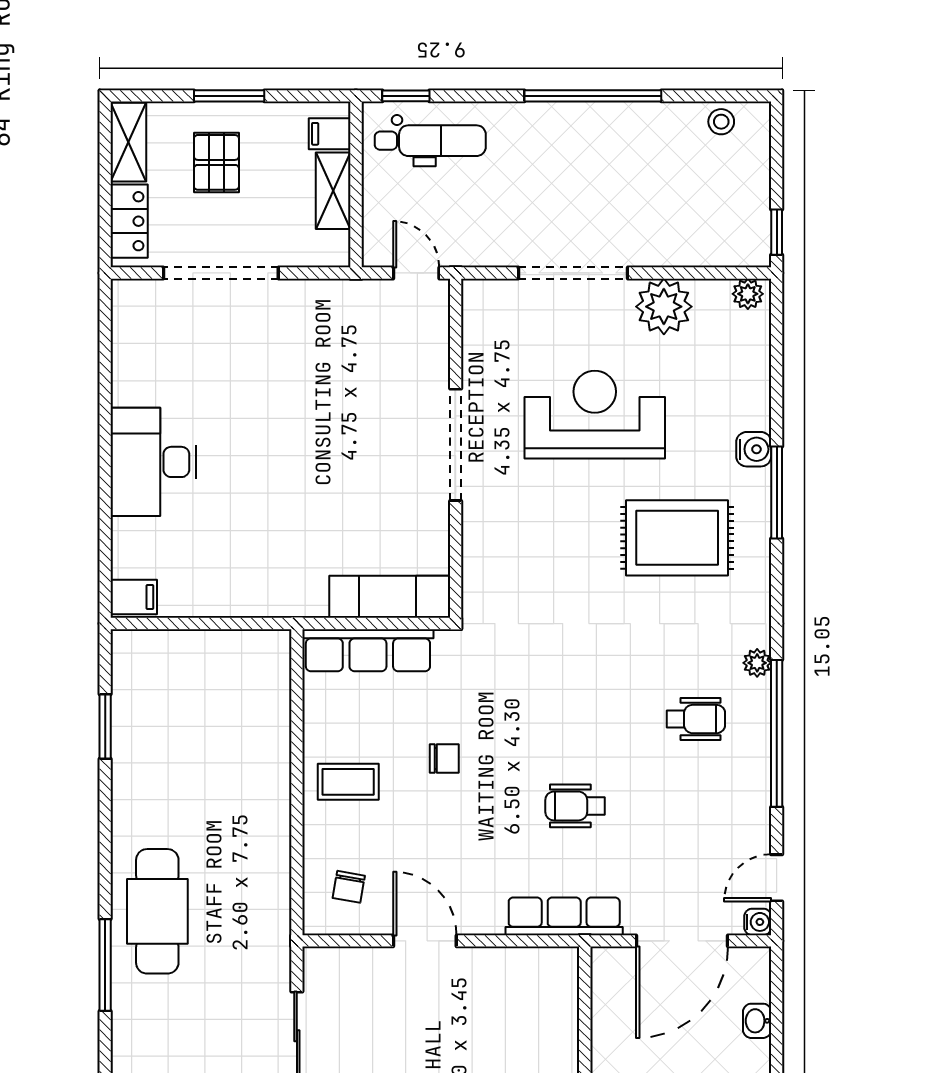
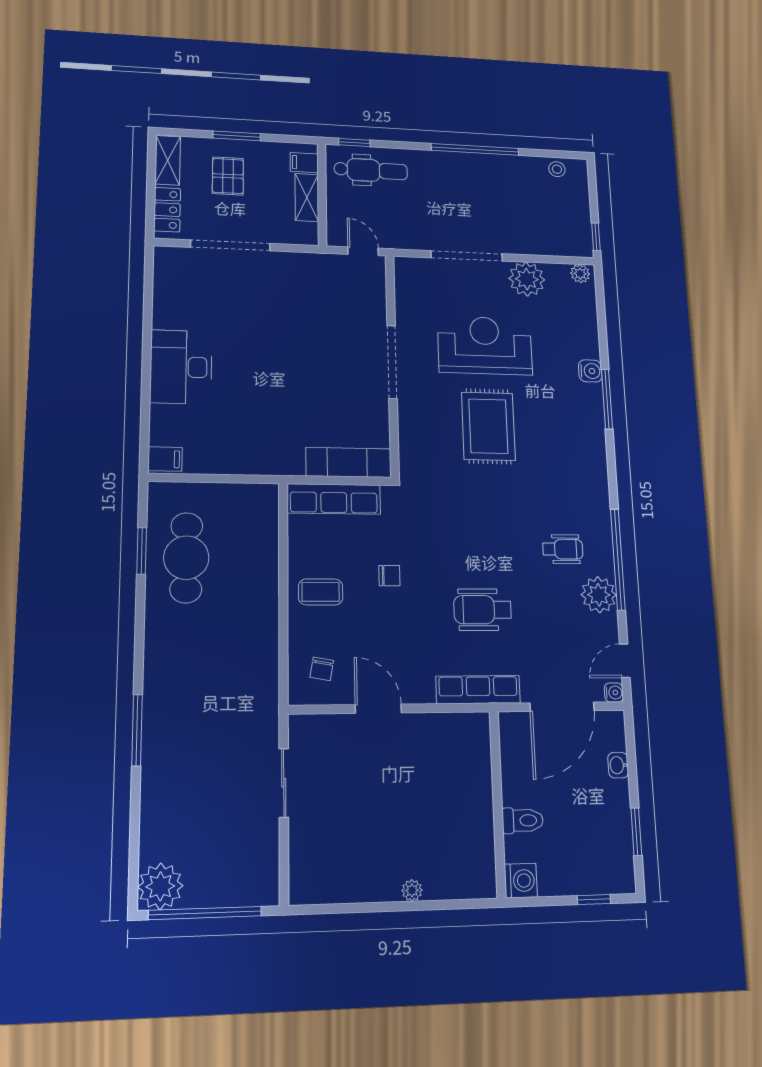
rug: (677, 538) -> (488, 426), moved, turned 90
plant: (757, 663) -> (599, 595), moved, width x1.88, depth x1.88
wheelchair: (575, 806) -> (483, 610), width x1.36, depth x1.37
cafe table: (157, 911) -> (186, 558), moved

